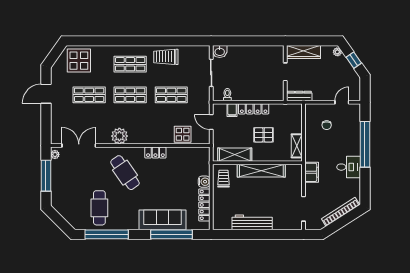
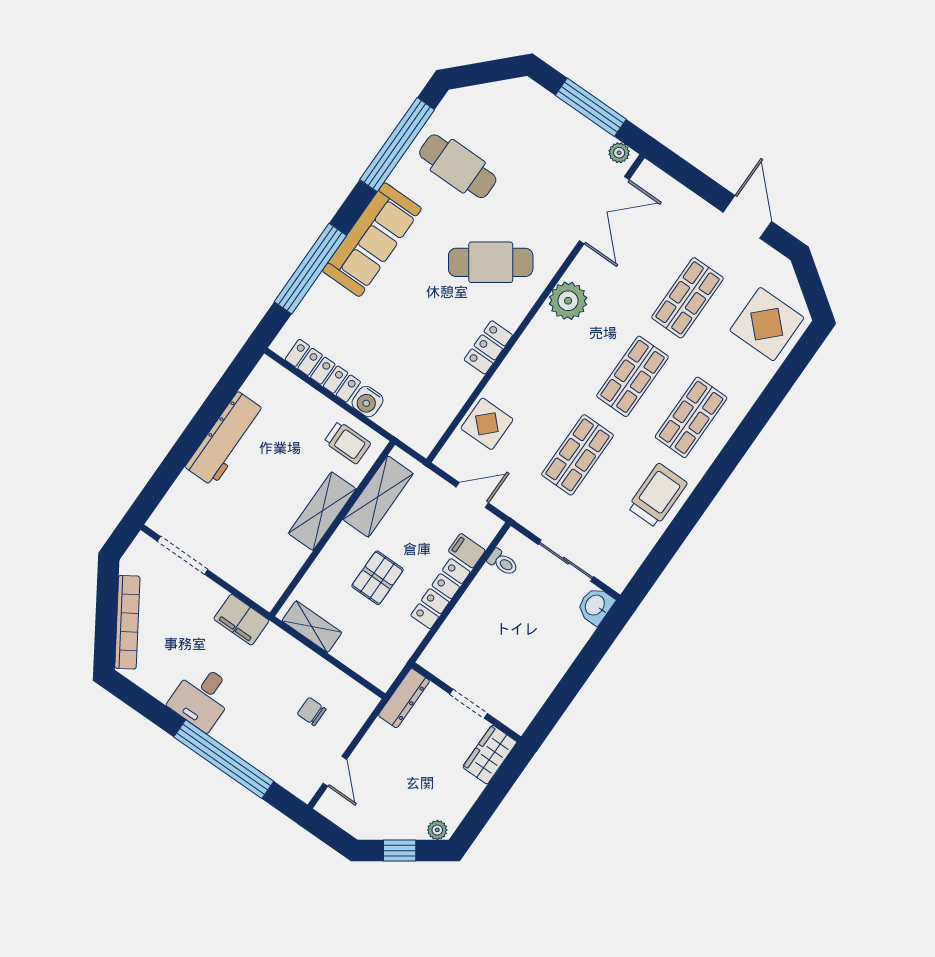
wardrobe: (304, 52) -> (490, 755), width x0.67
shelving: (261, 171) -> (322, 511), width x0.68
sofa: (162, 220) -> (372, 240), moved

